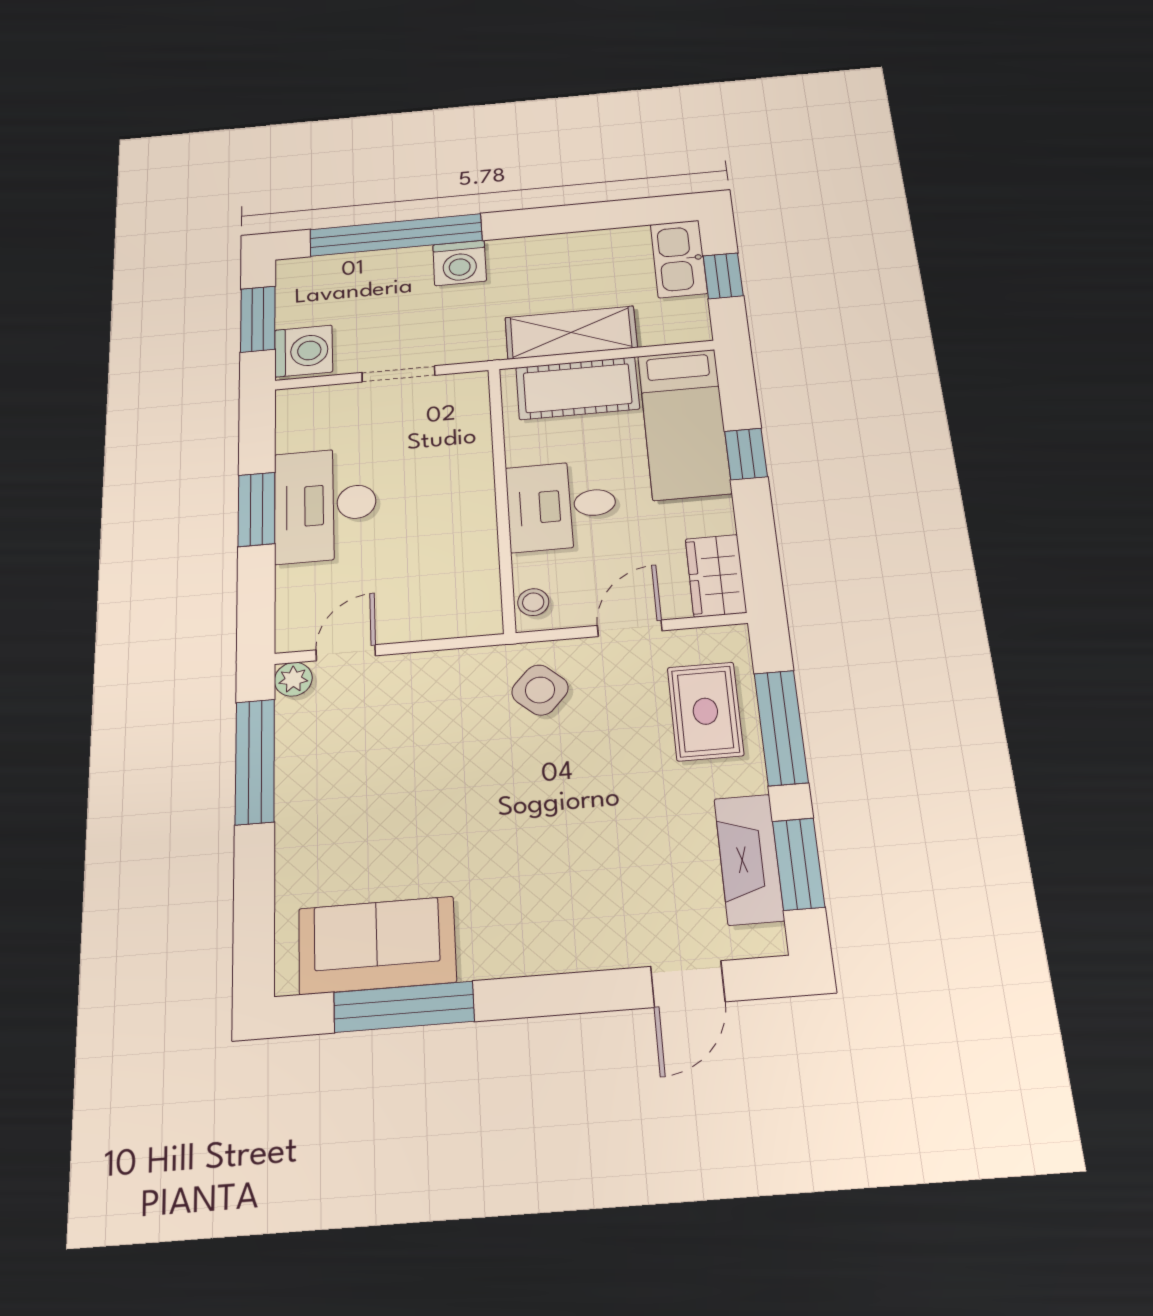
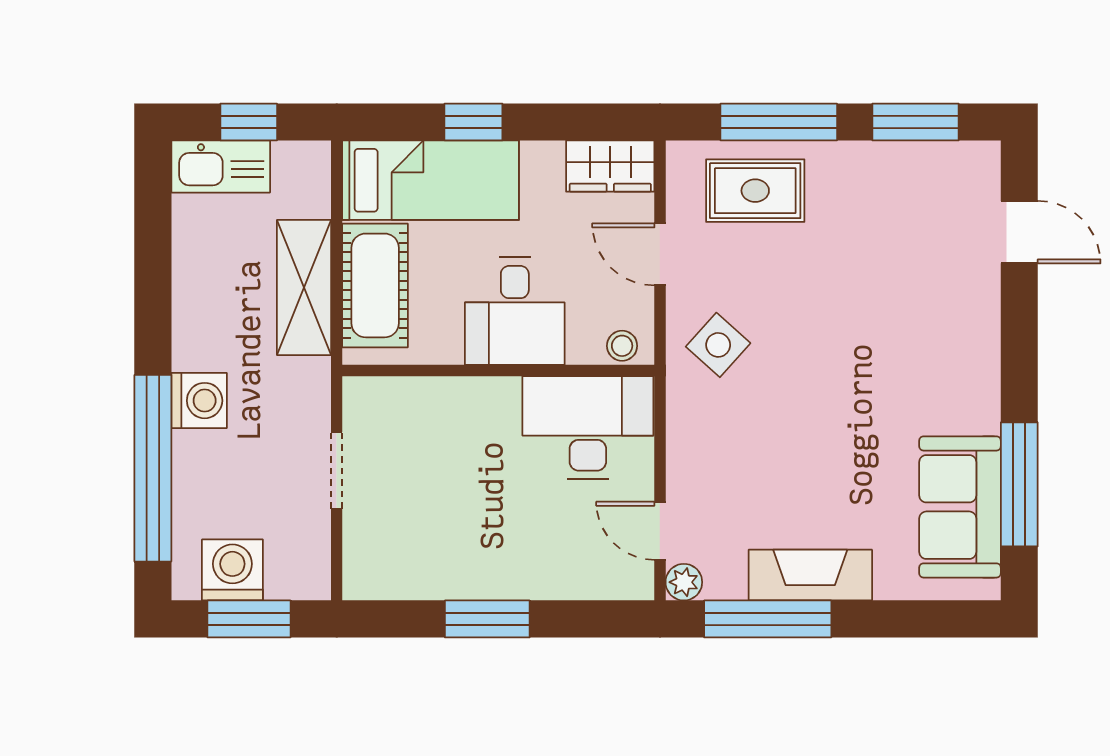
washing machine: (304, 351) -> (232, 570), moved
desk: (325, 505) -> (588, 427), moved, turned 180
fireplace: (749, 859) -> (810, 575), moved, turned 180

